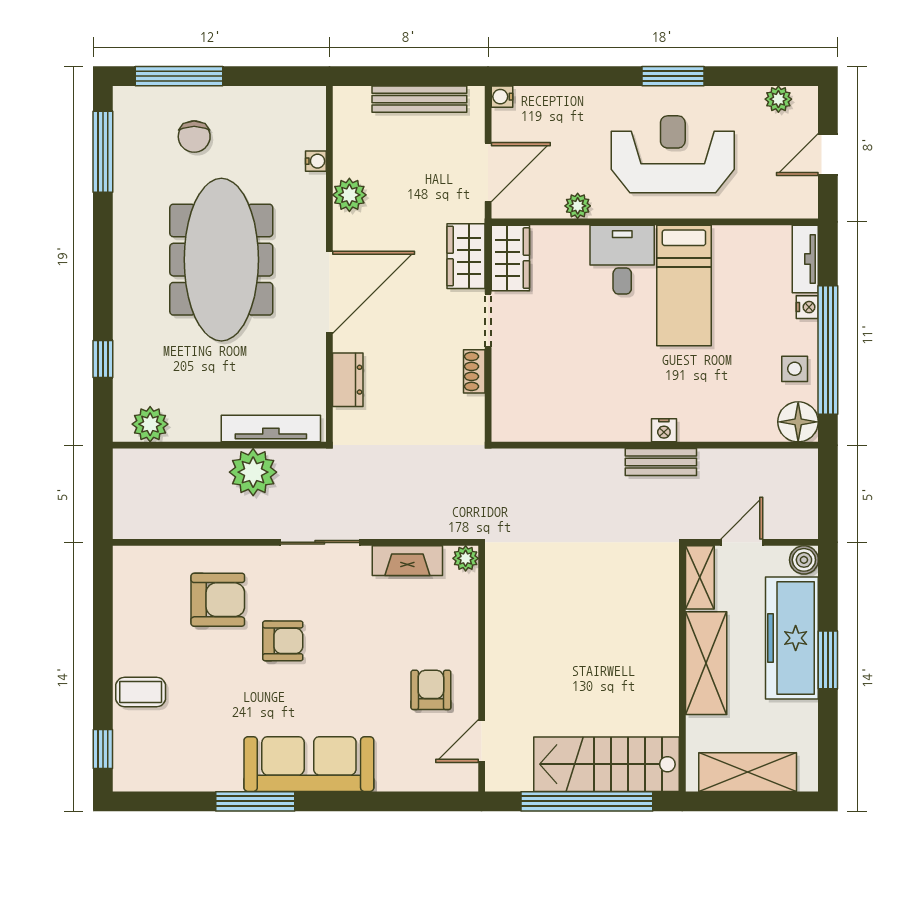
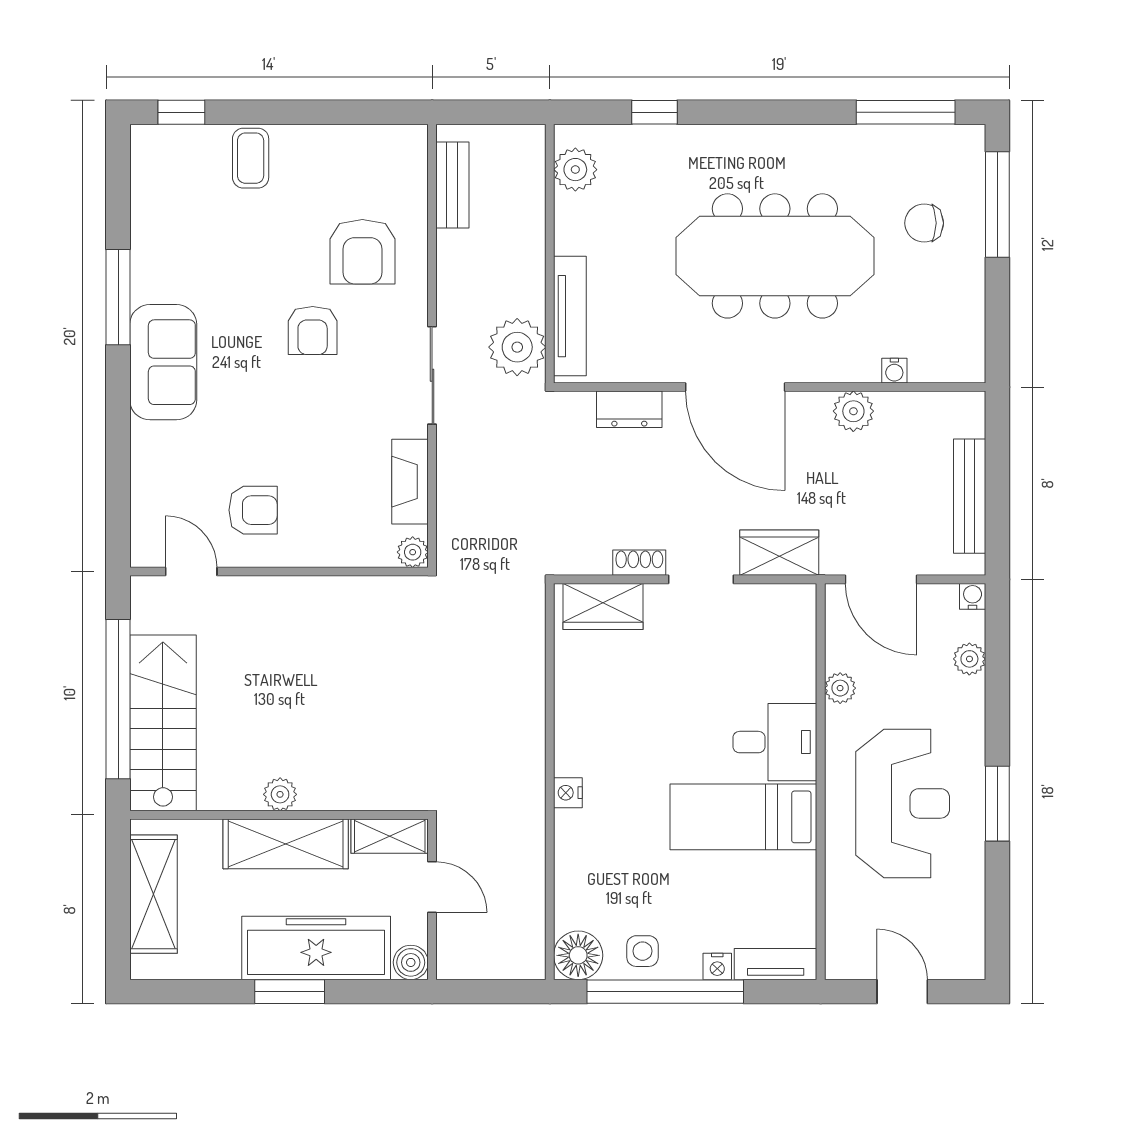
plant: (778, 99) -> (969, 659), moved
wardrobe: (510, 258) -> (603, 606), moved
bench: (661, 462) -> (452, 185), moved
plant: (253, 472) -> (517, 347), moved
plant: (665, 668) -> (280, 794), added
sofa: (309, 764) -> (163, 362), width x0.73

